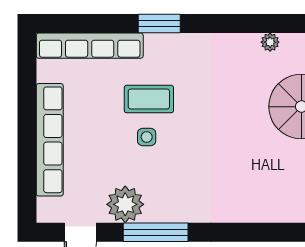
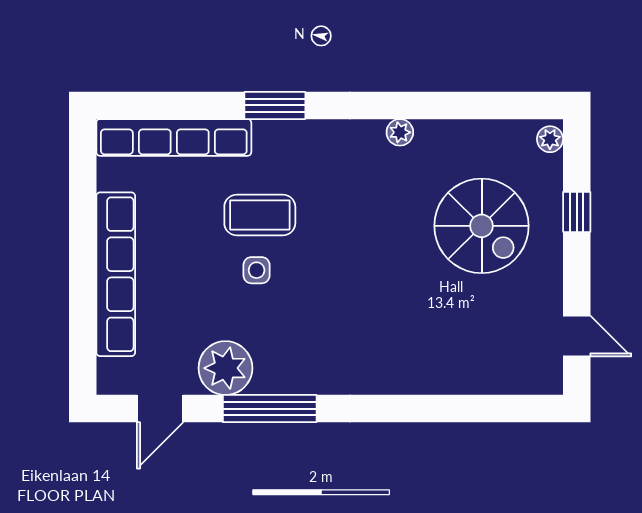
plant: (270, 42) -> (400, 132), moved

